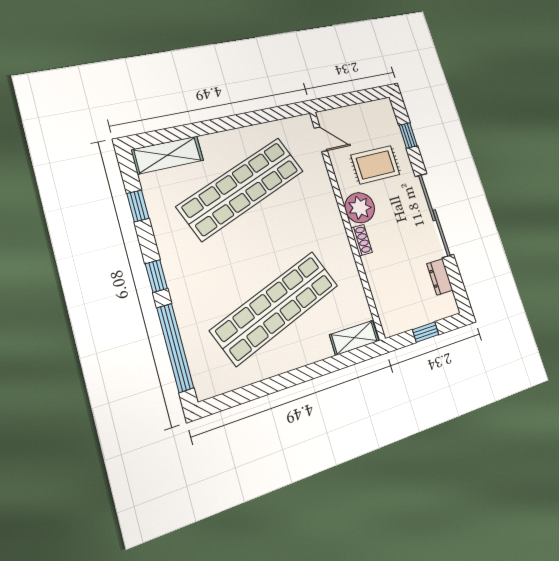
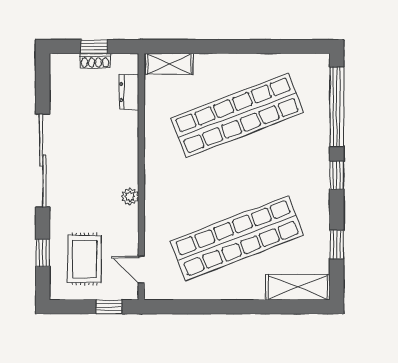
window: (339, 101) -> (109, 307), added
rug: (375, 165) -> (84, 259), moved, turned 90
plant: (360, 208) -> (130, 197), width x0.53, depth x0.53
shoe rack: (361, 240) -> (95, 61), moved, turned -90
dresser: (440, 277) -> (129, 92), moved, turned 180

